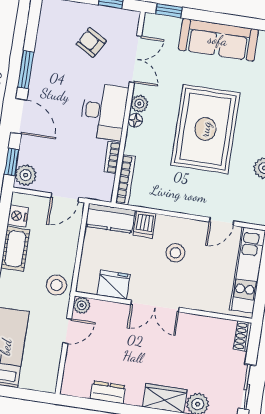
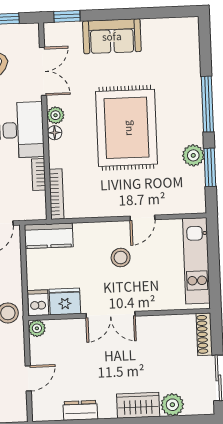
sofa: (218, 40) -> (112, 36), width x0.73
door: (221, 221) -> (142, 218), moved
dishwasher: (145, 224) -> (38, 303), moved, turned 180
door: (67, 331) -> (28, 378), moved
shoe rack: (242, 336) -> (204, 334), width x1.43

